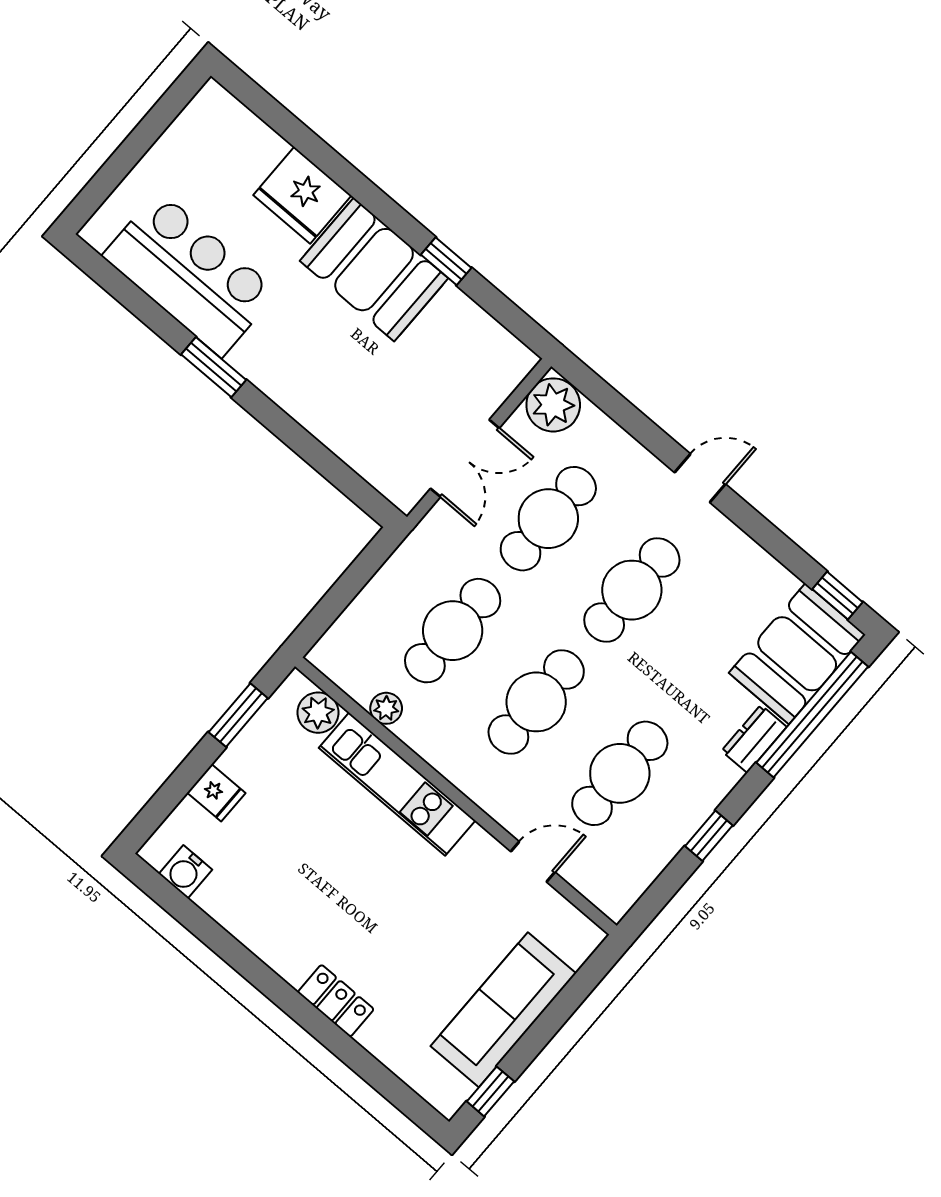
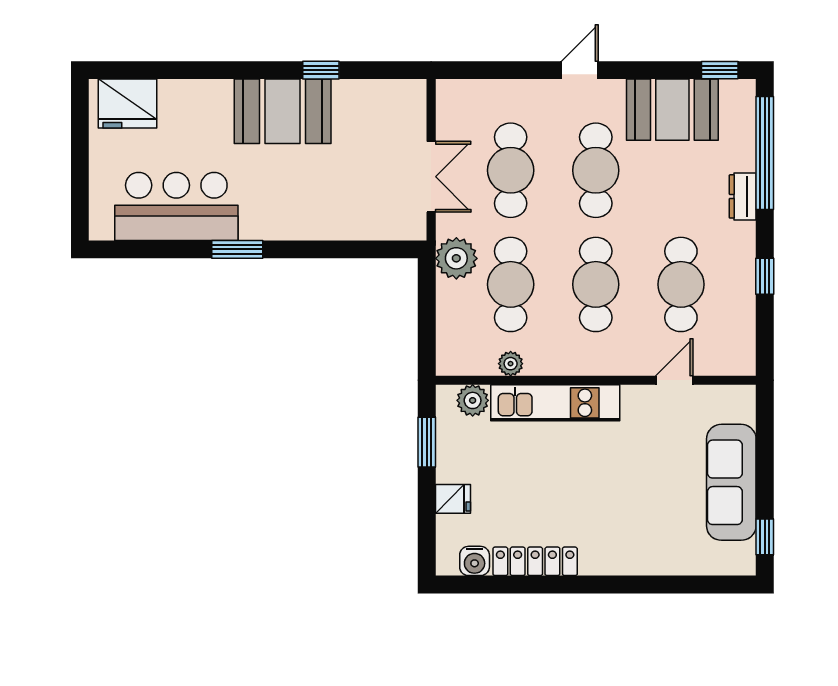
fridge: (302, 195) -> (128, 104), moved
plant: (553, 405) -> (456, 258), moved
booth: (797, 654) -> (672, 110), moved, turned 90
locker: (336, 1001) -> (535, 561), moved, width x1.53

